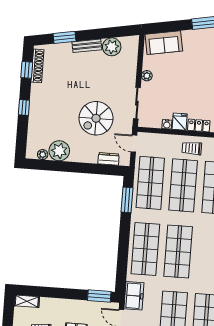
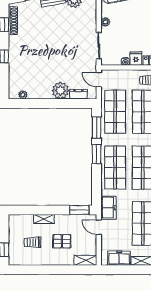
spiral stairs: (96, 118) -> (65, 61), removed
plant: (59, 151) -> (60, 91), moved
window: (125, 231) -> (97, 154), added
shelving: (27, 301) -> (44, 219), moved

